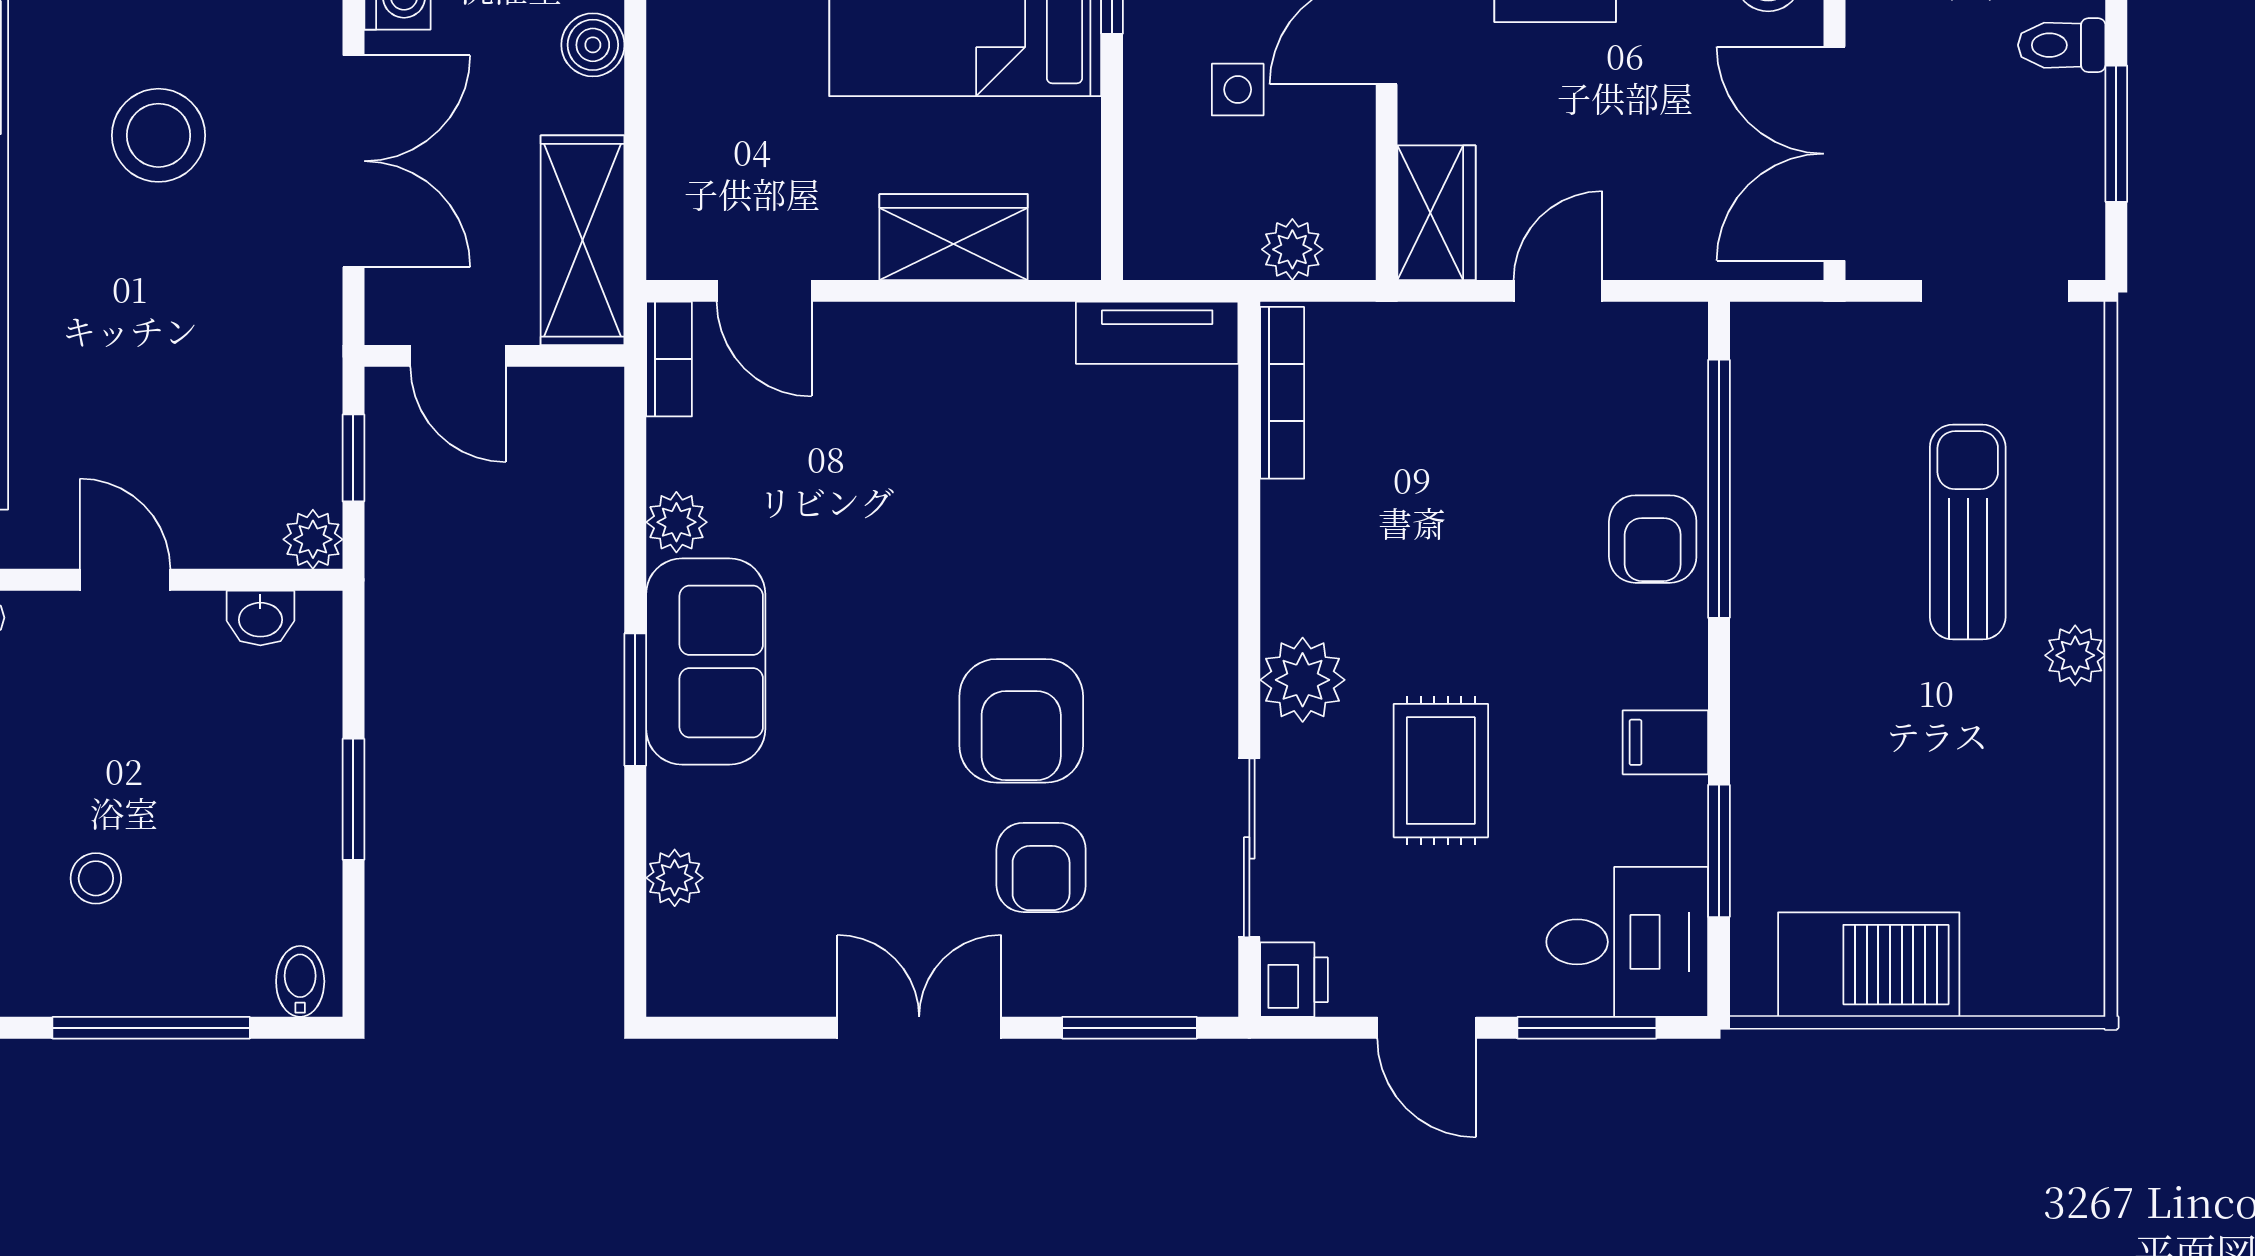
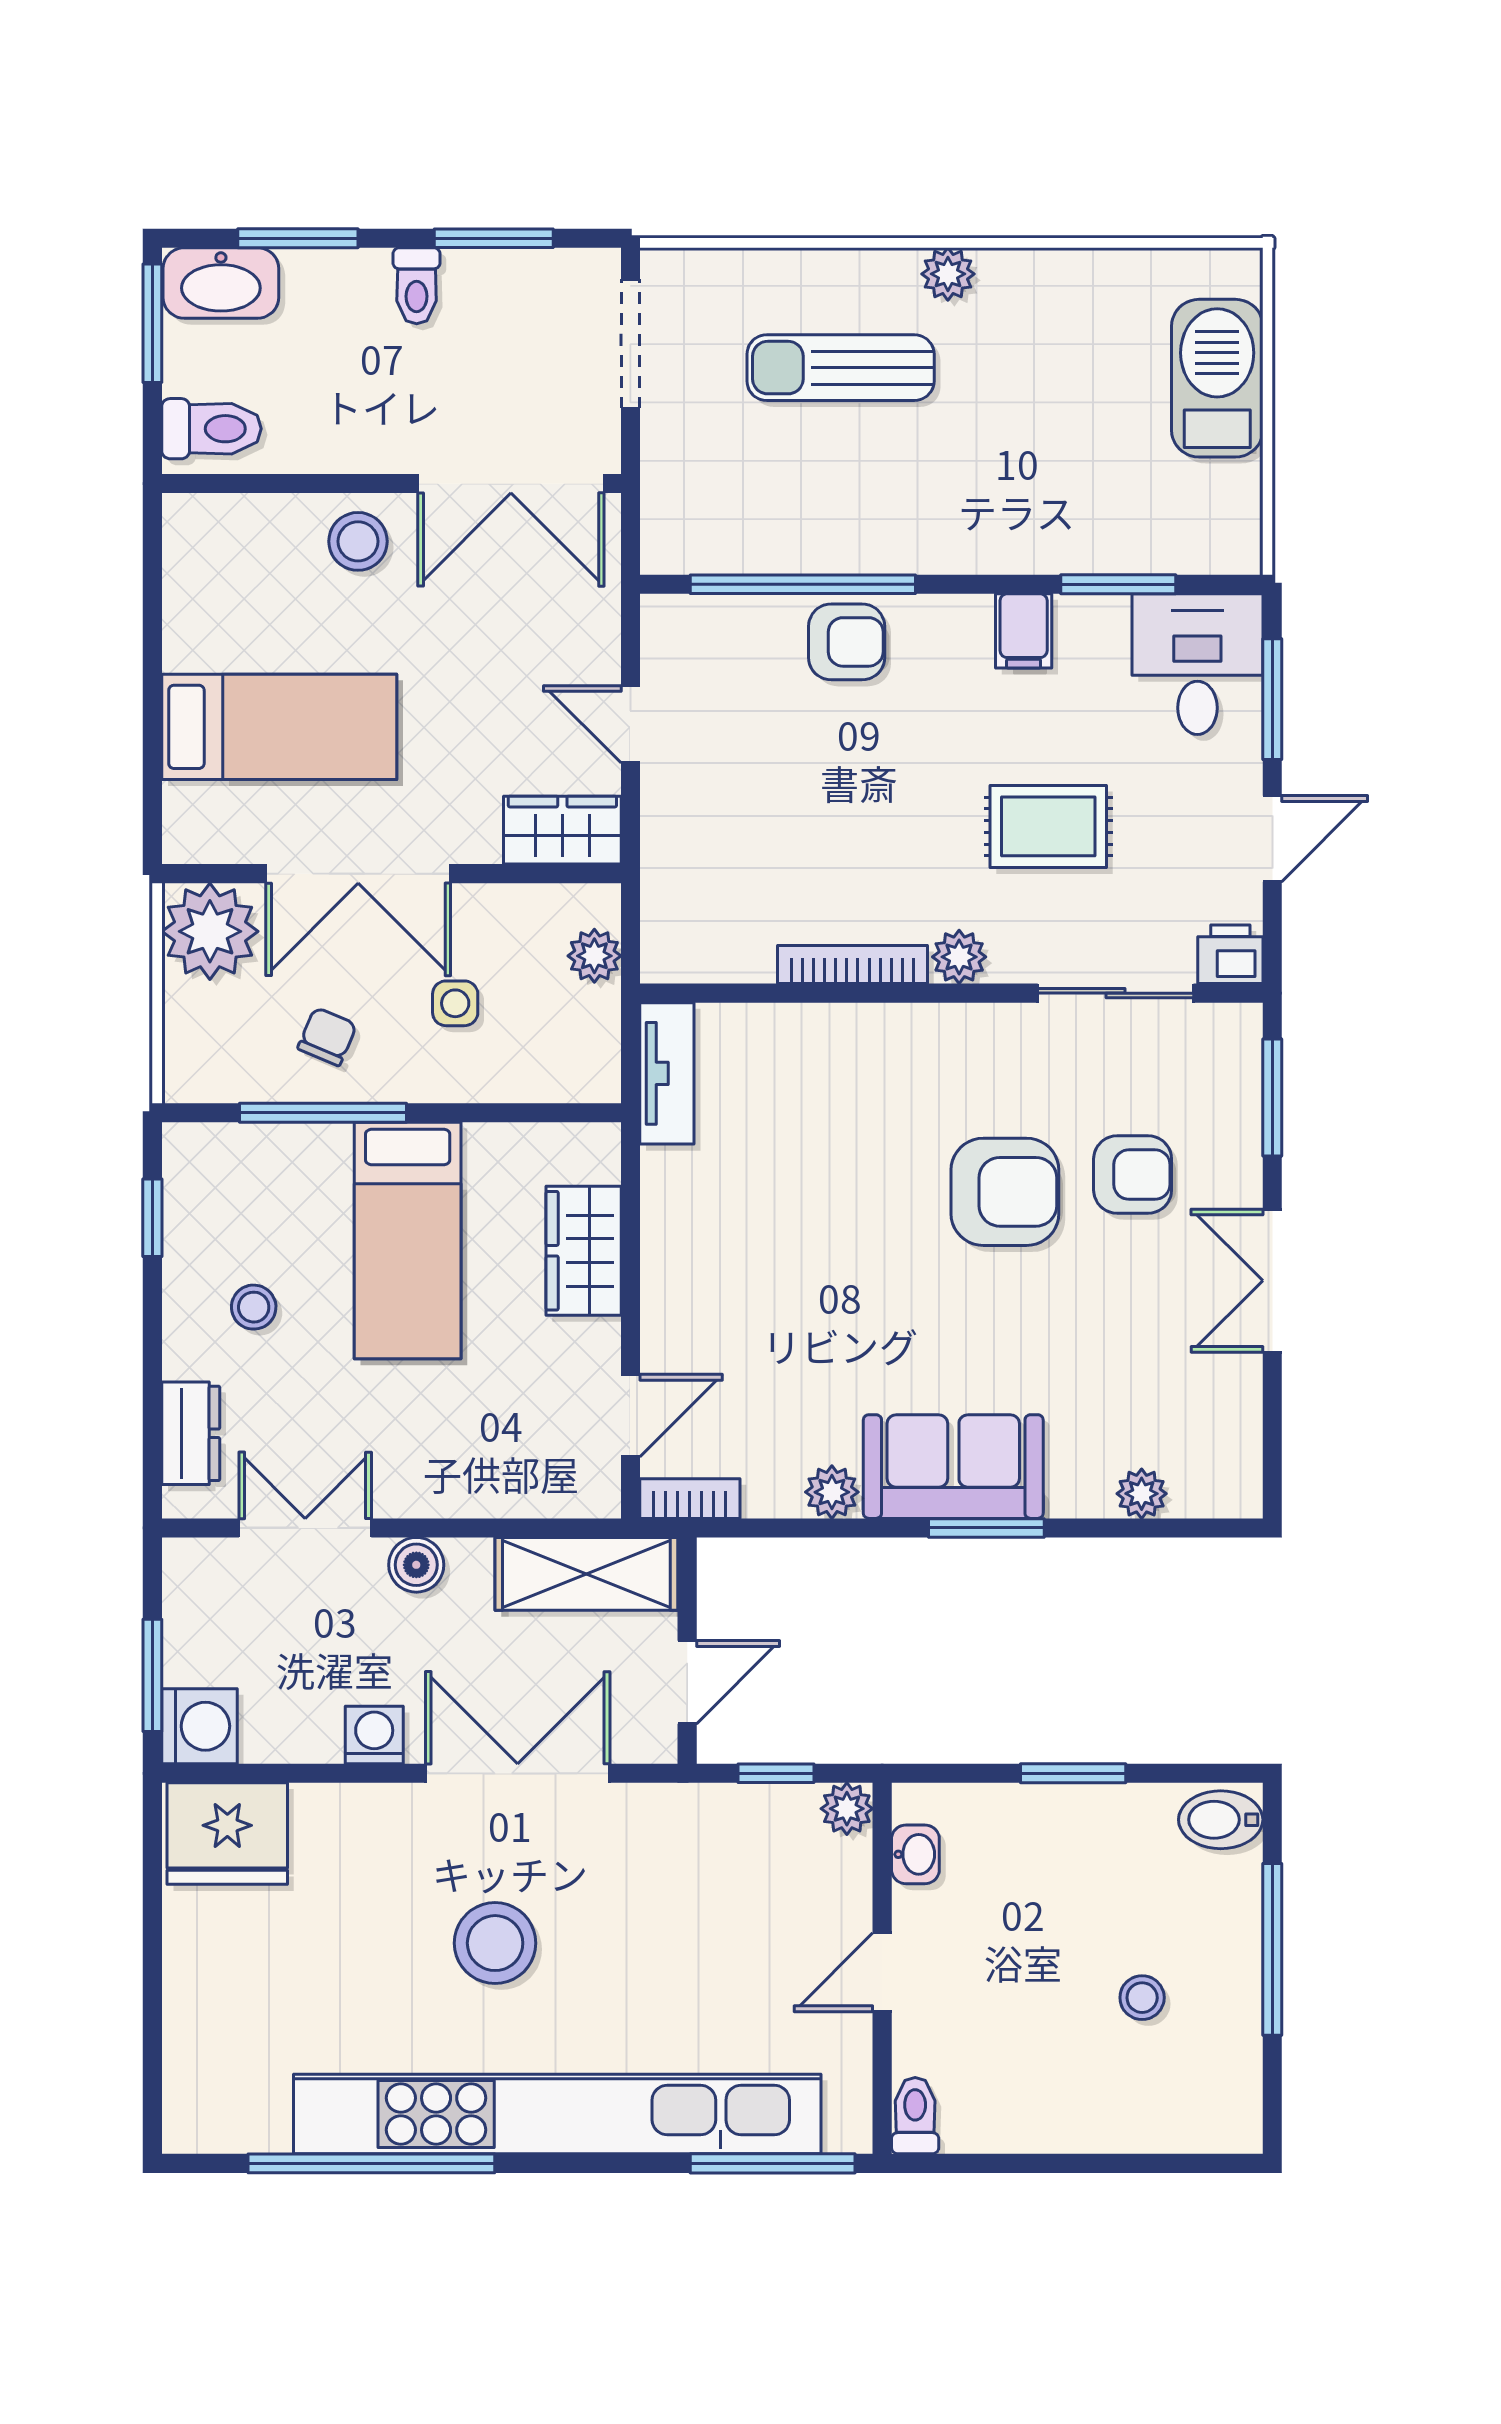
bookcase: (1282, 393) -> (852, 965), moved
plant: (1303, 680) -> (959, 957), width x0.73, depth x0.73
barbecue: (1869, 965) -> (1217, 378), moved
bidet: (300, 981) -> (1221, 1820), width x1.38, depth x1.36

